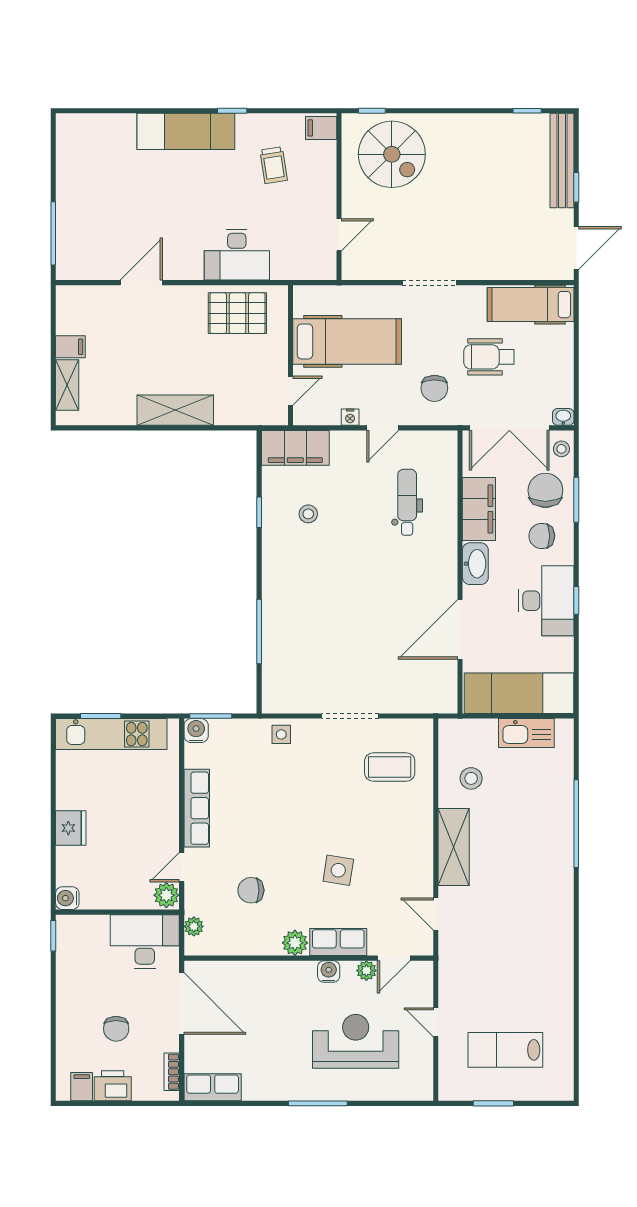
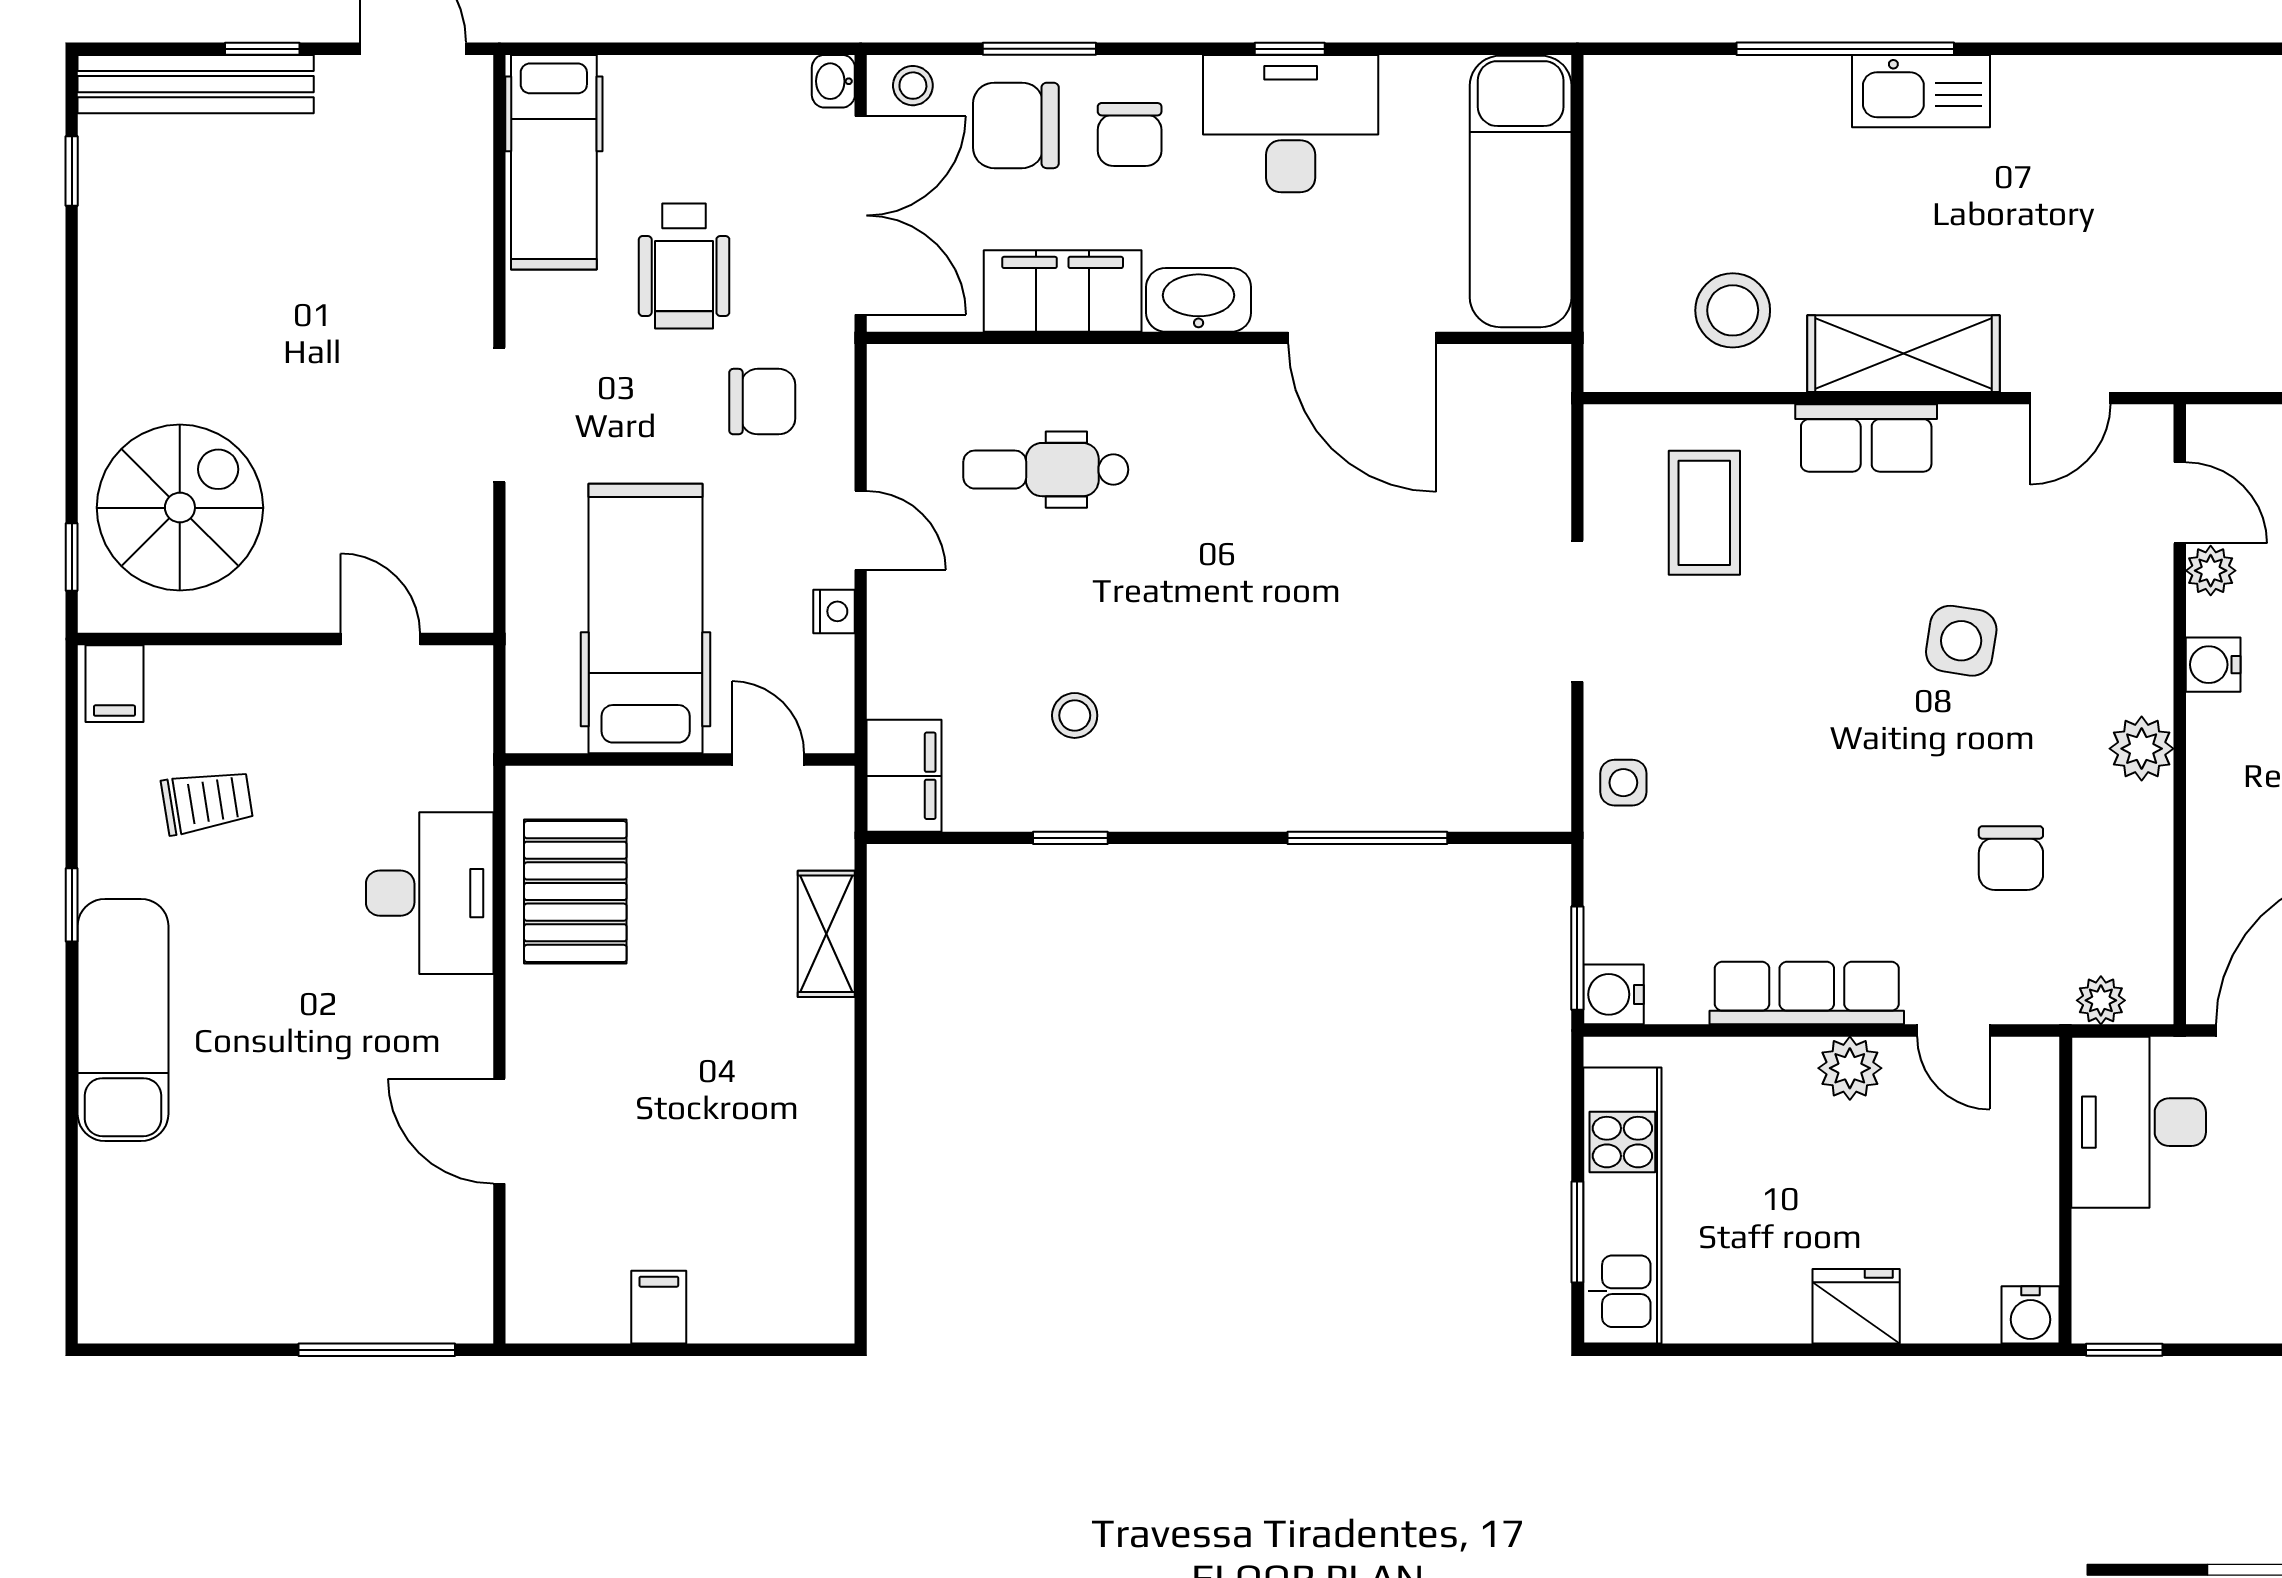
shelving: (67, 385) -> (754, 1315), removed
shelving: (175, 410) -> (826, 934), moved, width x0.67, depth x0.75
filing cabinet: (295, 448) -> (904, 776), width x0.67, depth x0.86
kitchen sink: (526, 733) -> (1921, 91), moved, turned 90
stool: (471, 778) -> (1733, 310), width x1.38, depth x1.38
plant: (166, 895) -> (1850, 1068), moved
row of seats: (338, 942) -> (1866, 438), moved, turned -90

